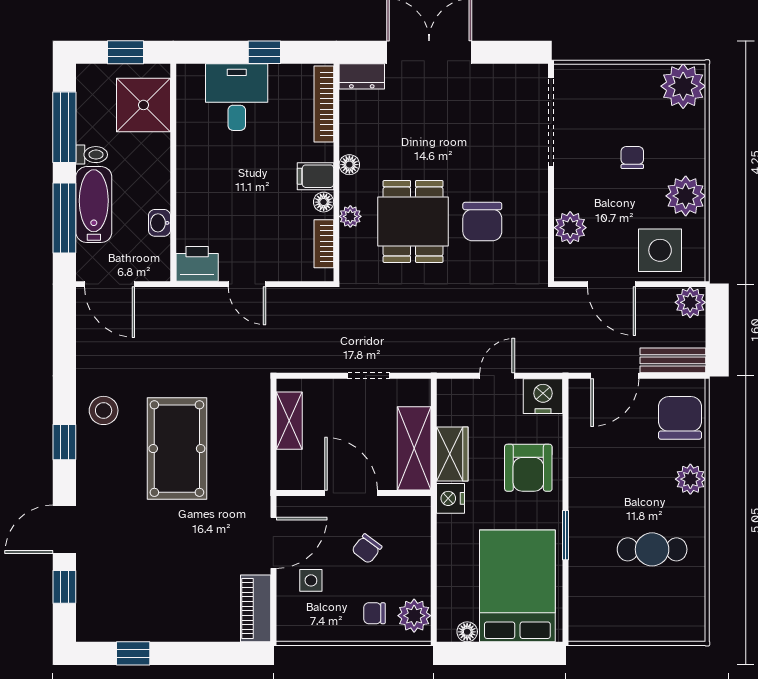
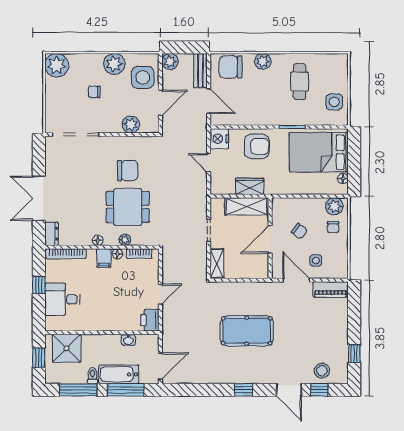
stool: (104, 410) -> (322, 371), moved
shelving: (289, 421) -> (217, 264), moved, turned 90
nightstand: (450, 498) -> (273, 187), removed
side table: (613, 615) -> (334, 102), added

